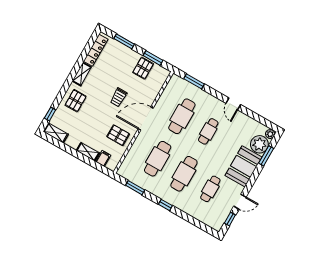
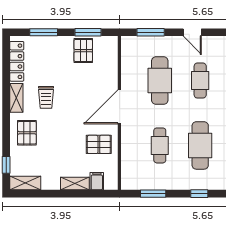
trolley: (119, 97) -> (46, 97), moved
door: (233, 104) -> (192, 32), moved
cafe table: (158, 159) -> (160, 145), width x0.73, depth x0.74

